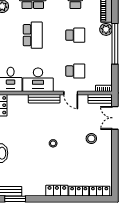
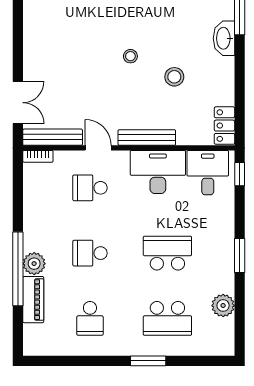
school desk: (33, 35) -> (167, 253), turned 90
window: (115, 44) -> (18, 269), moved
bench: (100, 99) -> (53, 137), width x1.36
stool: (91, 138) -> (174, 77), moved

